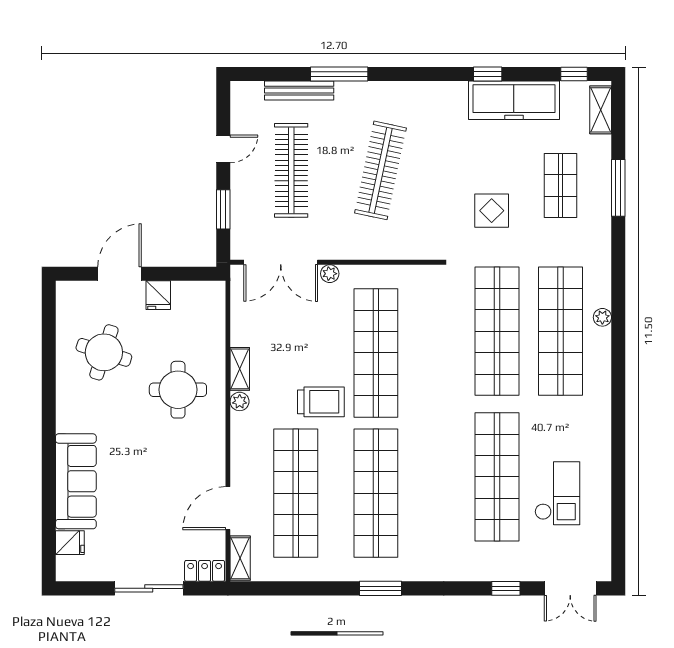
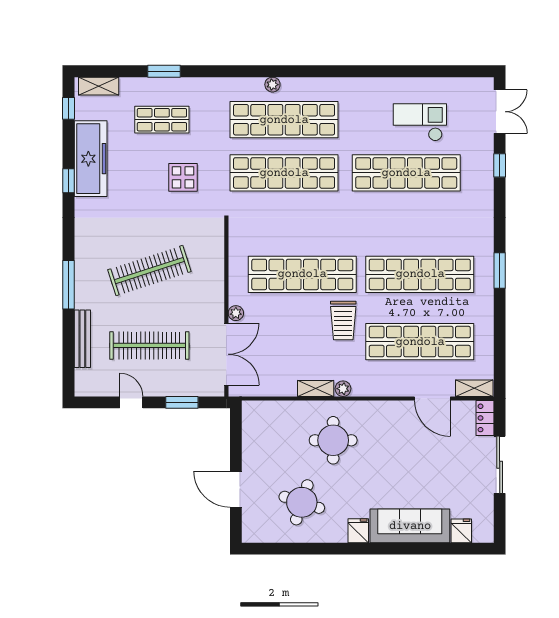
window: (339, 74) -> (69, 285), moved
clothes rail: (380, 170) -> (149, 271), turned -30
window: (618, 188) -> (164, 71), width x0.69
fridge: (158, 295) -> (358, 531), moved, turned -90
trolley: (321, 402) -> (343, 320), turned 180

